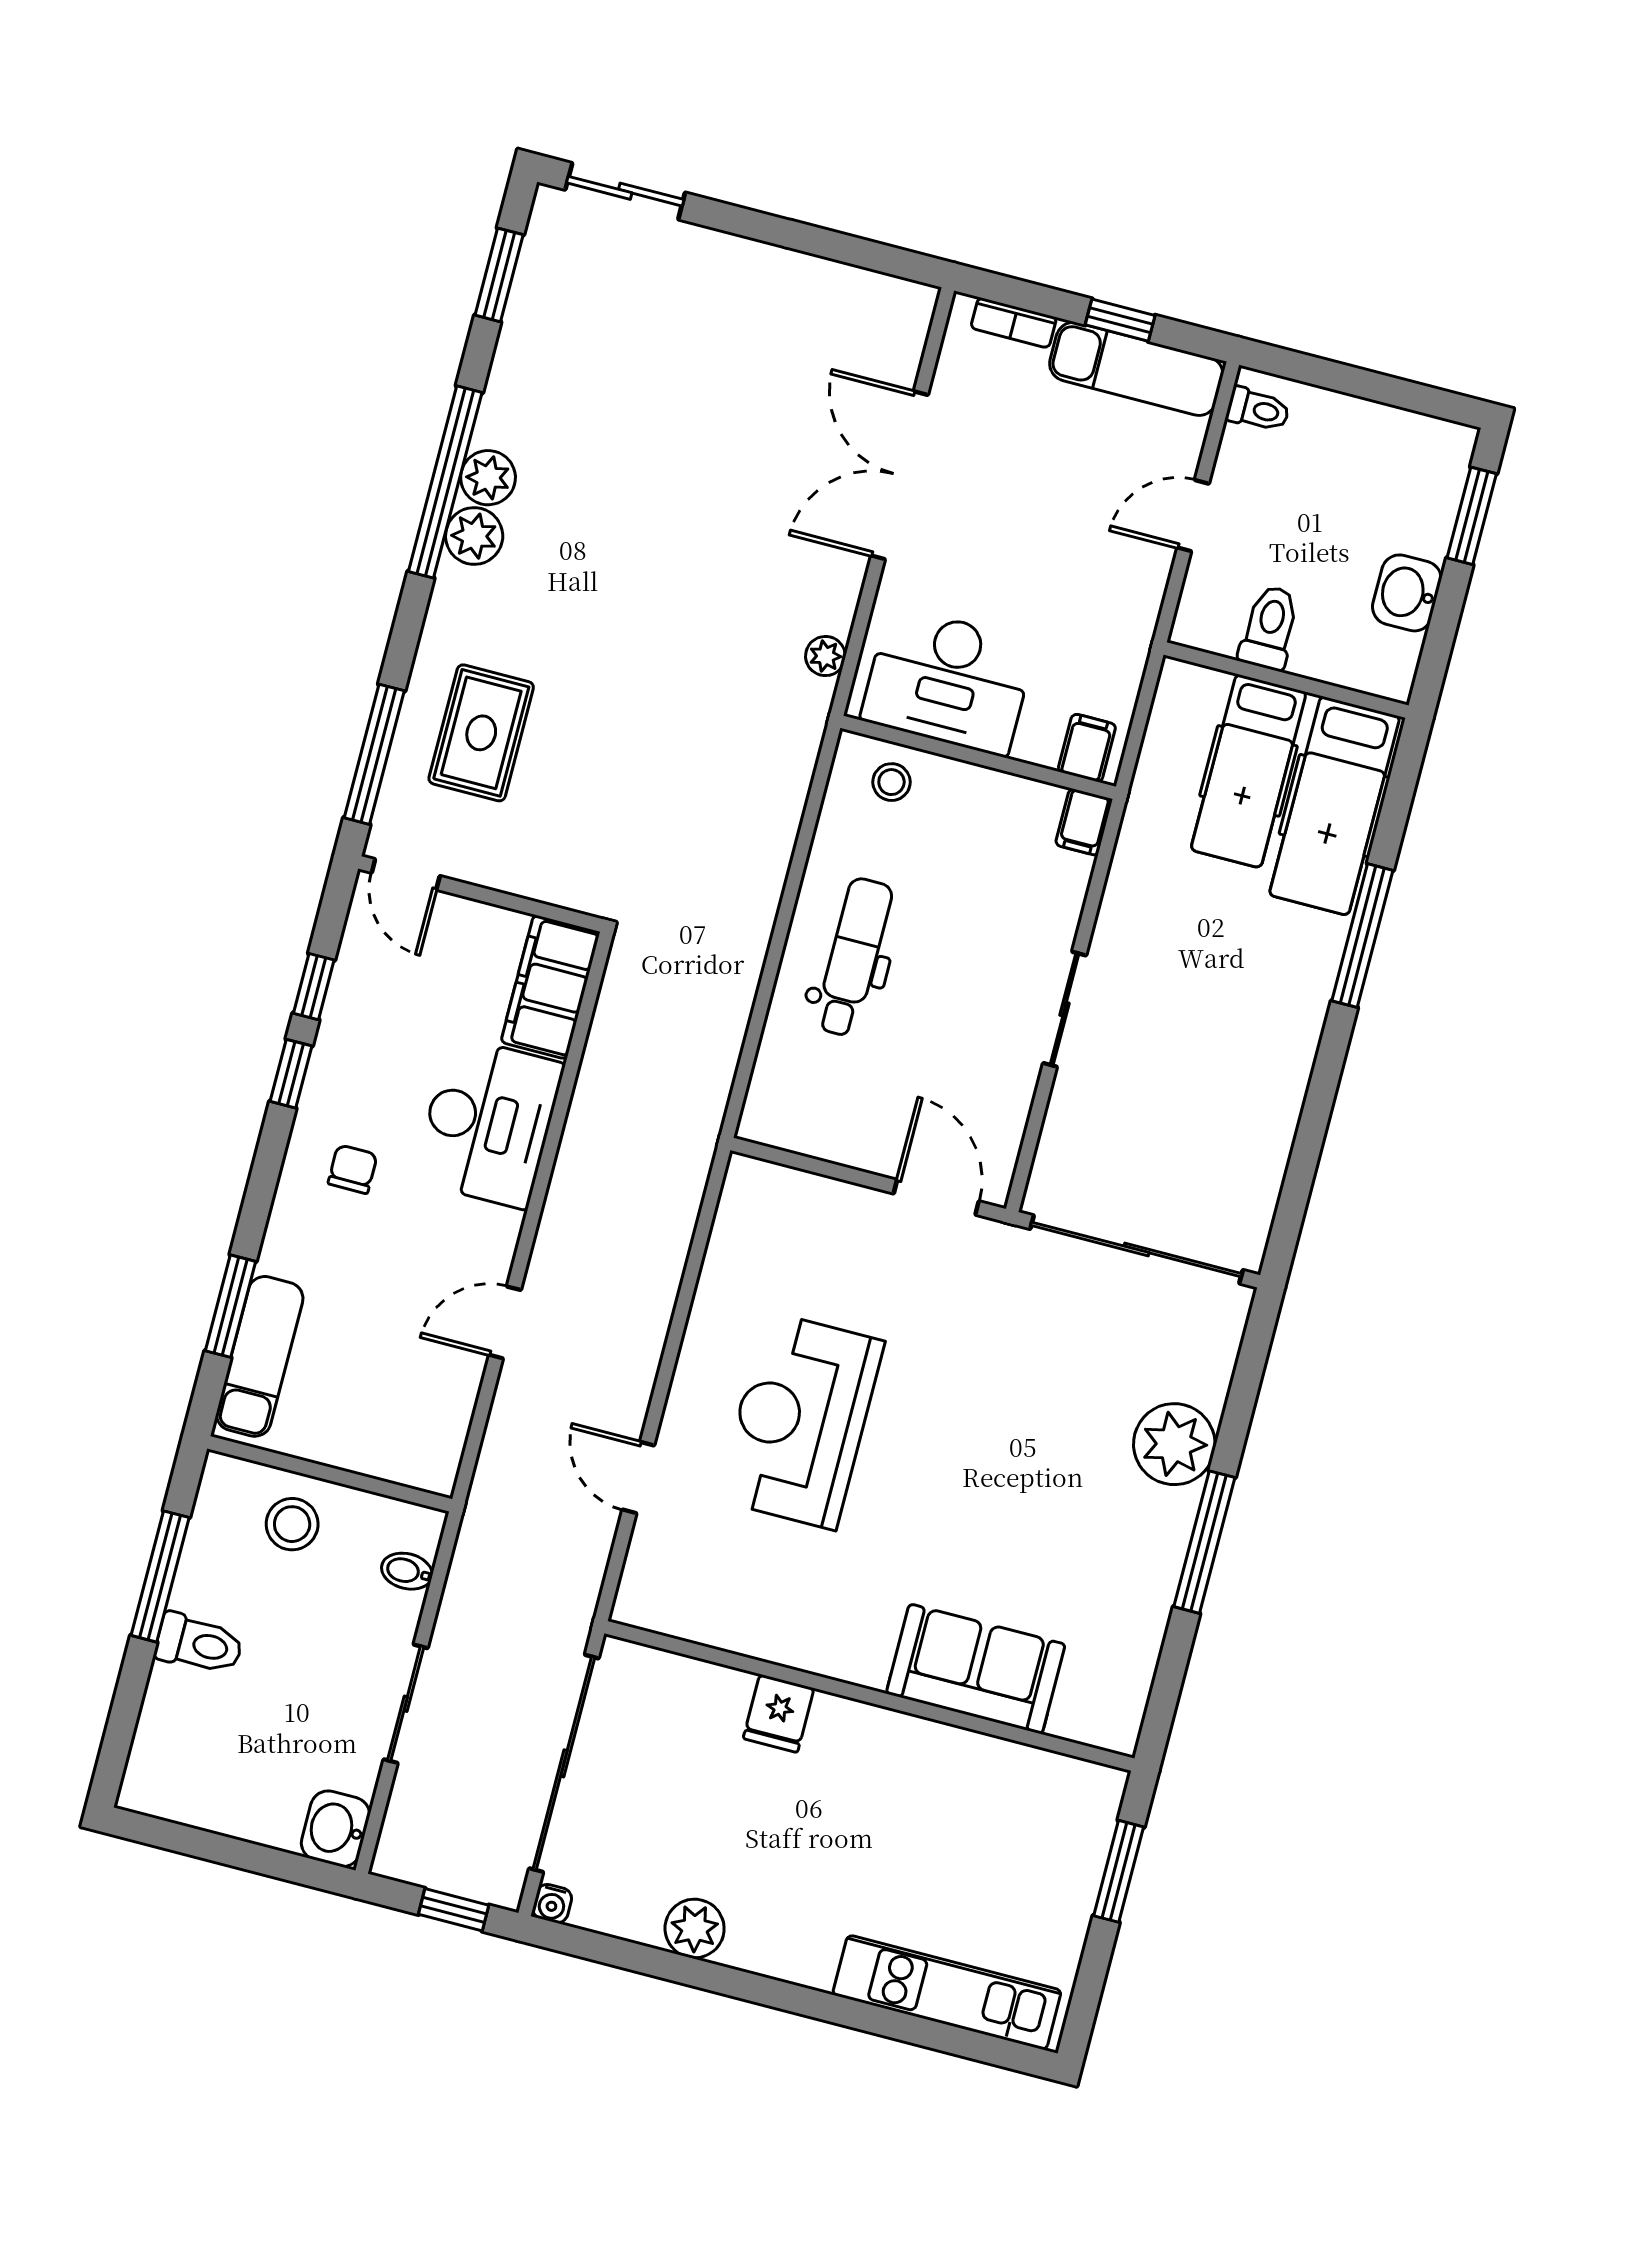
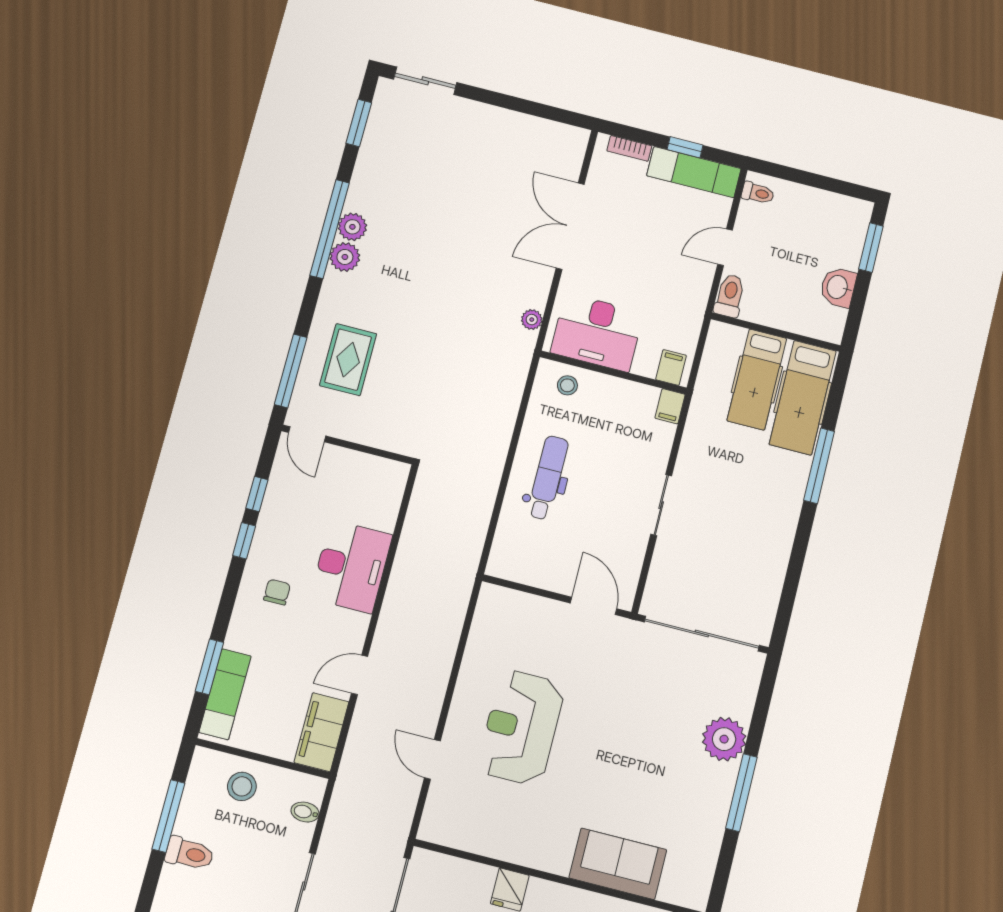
toilet: (1269, 628) -> (730, 296), moved
filing cabinet: (550, 987) -> (321, 732), moved

